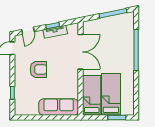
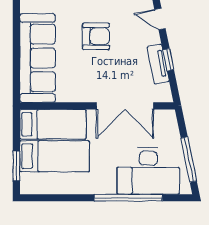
desk: (120, 38) -> (148, 171), added
armchair: (38, 69) -> (96, 36), turned -90
sofa: (59, 107) -> (38, 58), width x1.36, depth x1.27

